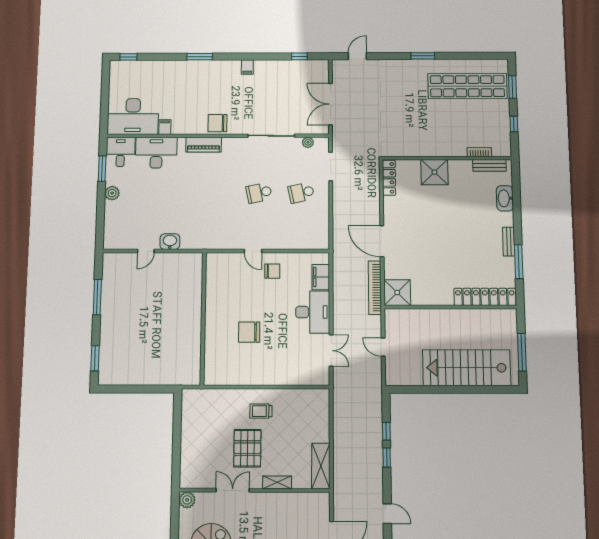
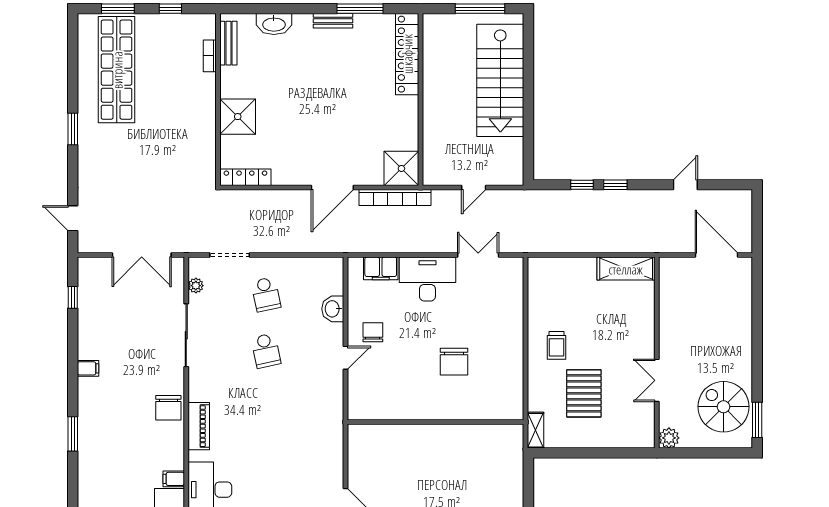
washbasin: (170, 242) -> (333, 309), moved
pallet: (247, 448) -> (584, 393), moved, turned 90
shelving: (277, 482) -> (536, 430), moved

